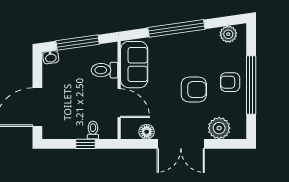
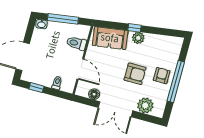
window: (176, 28) -> (135, 28), width x0.32
plant: (228, 34) -> (138, 38), moved
sofa: (134, 65) -> (110, 38), moved, turned 82
armchair: (230, 82) -> (162, 76), turned 90
window: (85, 144) -> (36, 88), moved

